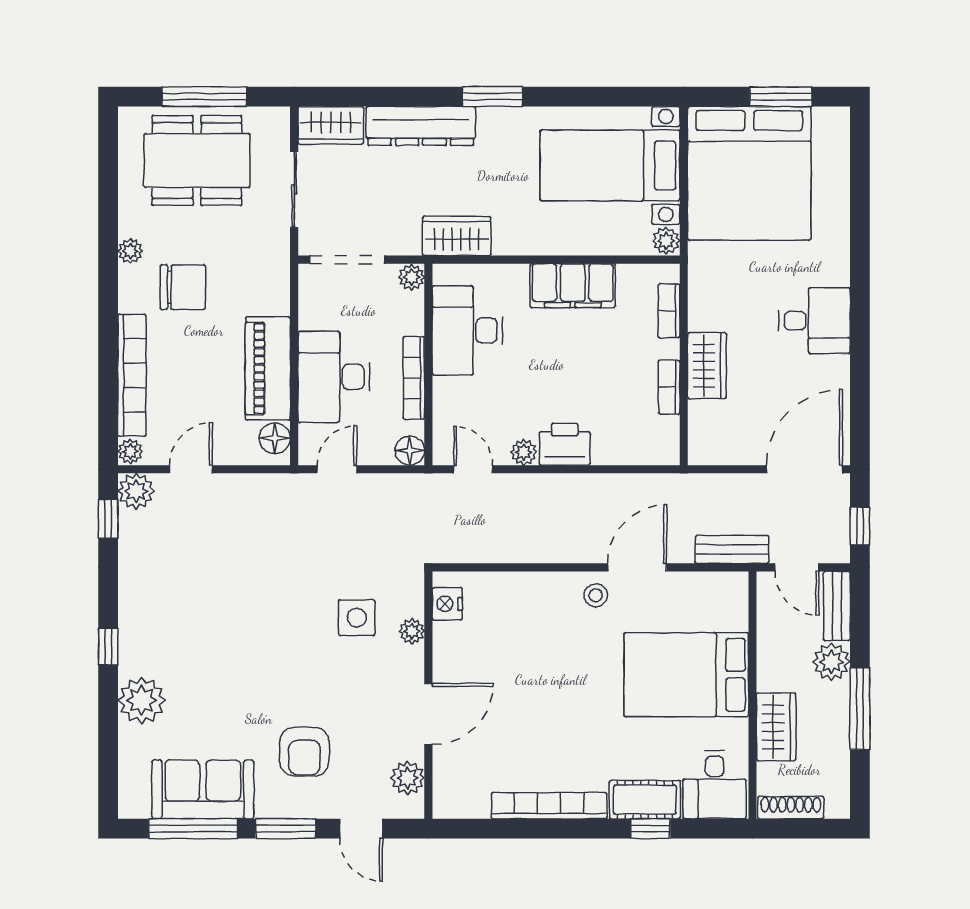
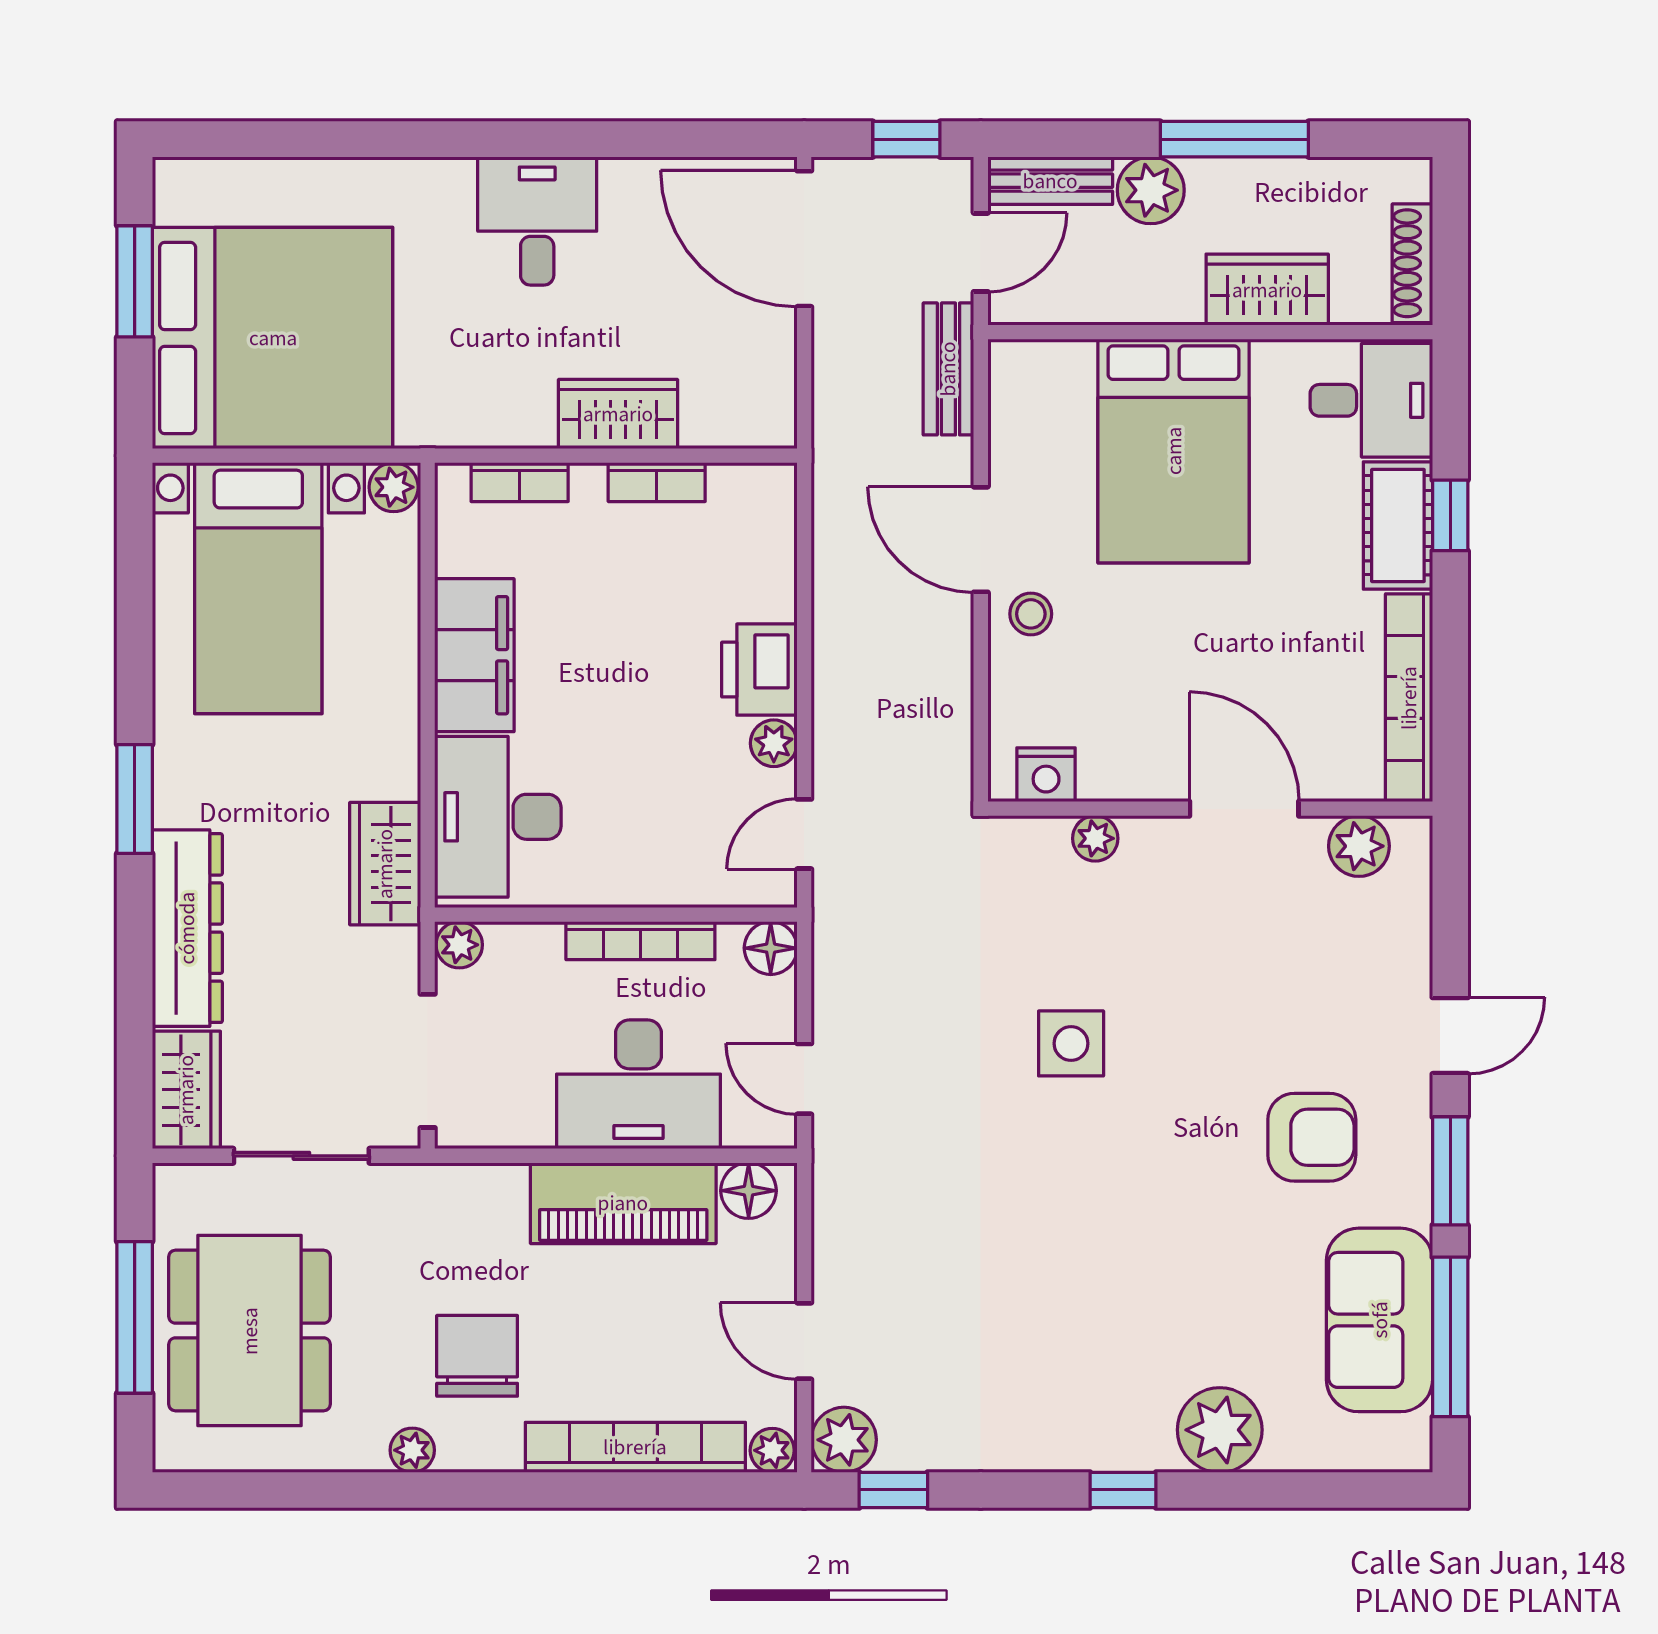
desk: (467, 331) -> (498, 817), moved, turned 90
nightstand: (447, 604) -> (1046, 775), moved
plant: (412, 631) -> (1095, 838), moved
wall: (428, 695) -> (1210, 809), moved
door: (428, 714) -> (1244, 809), moved
plant: (408, 778) -> (1359, 846), moved

